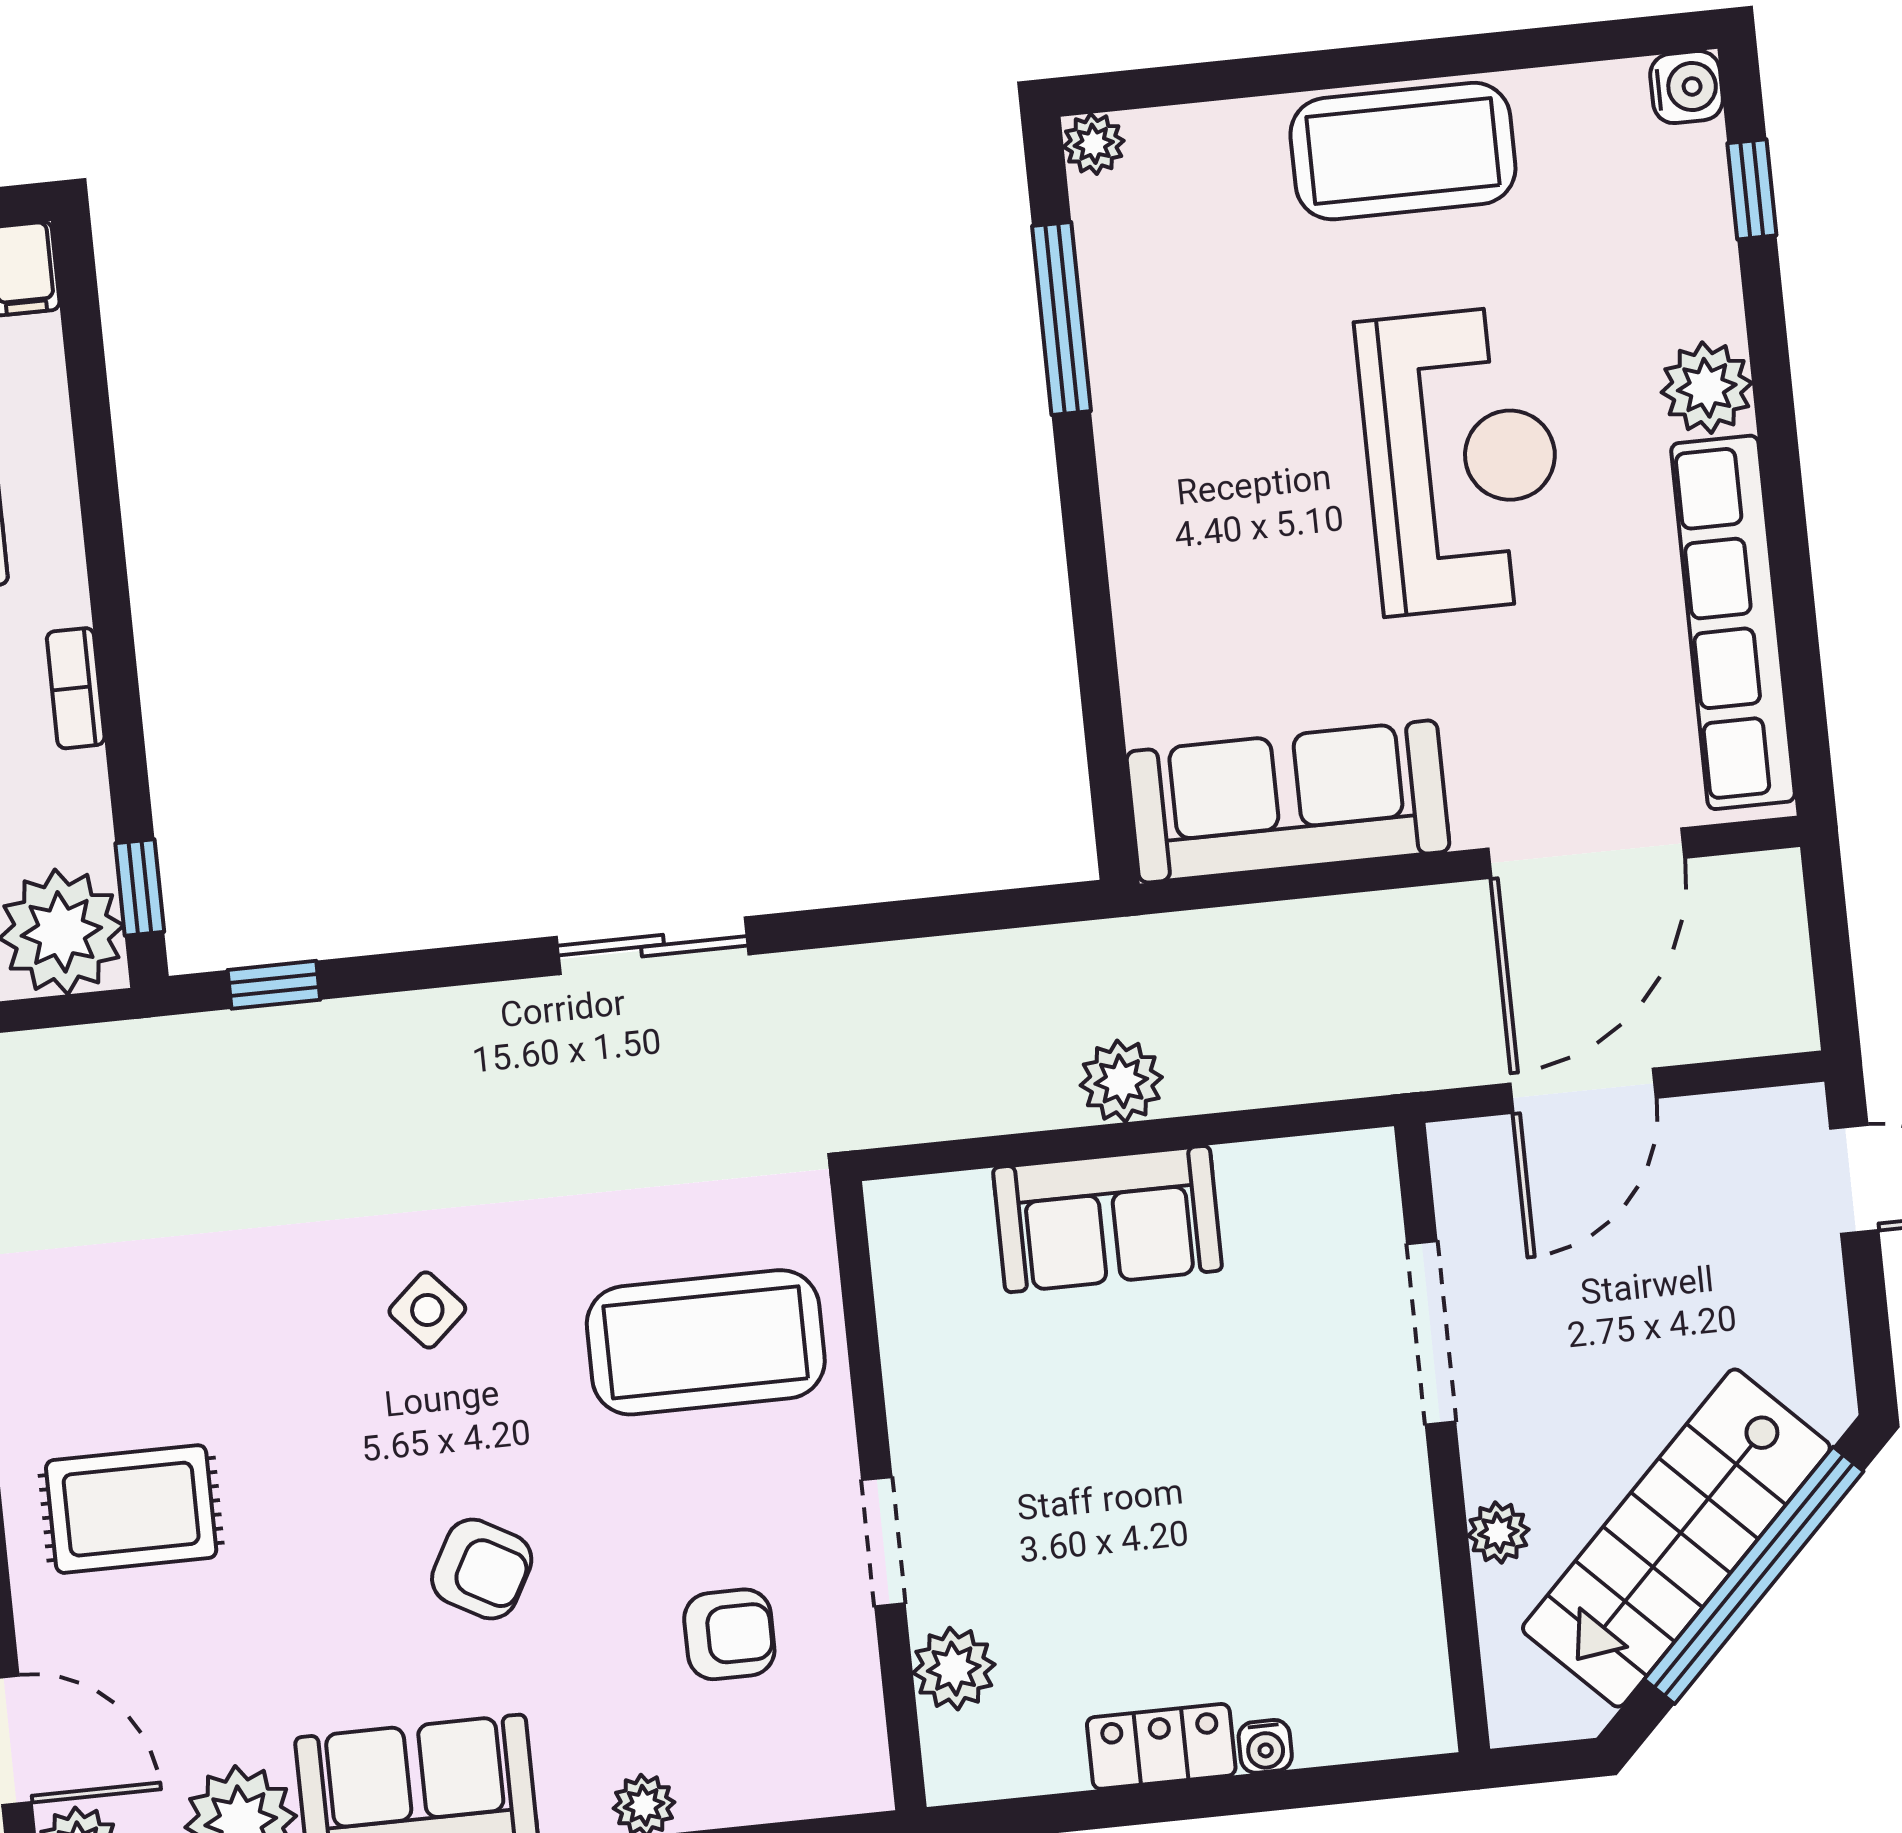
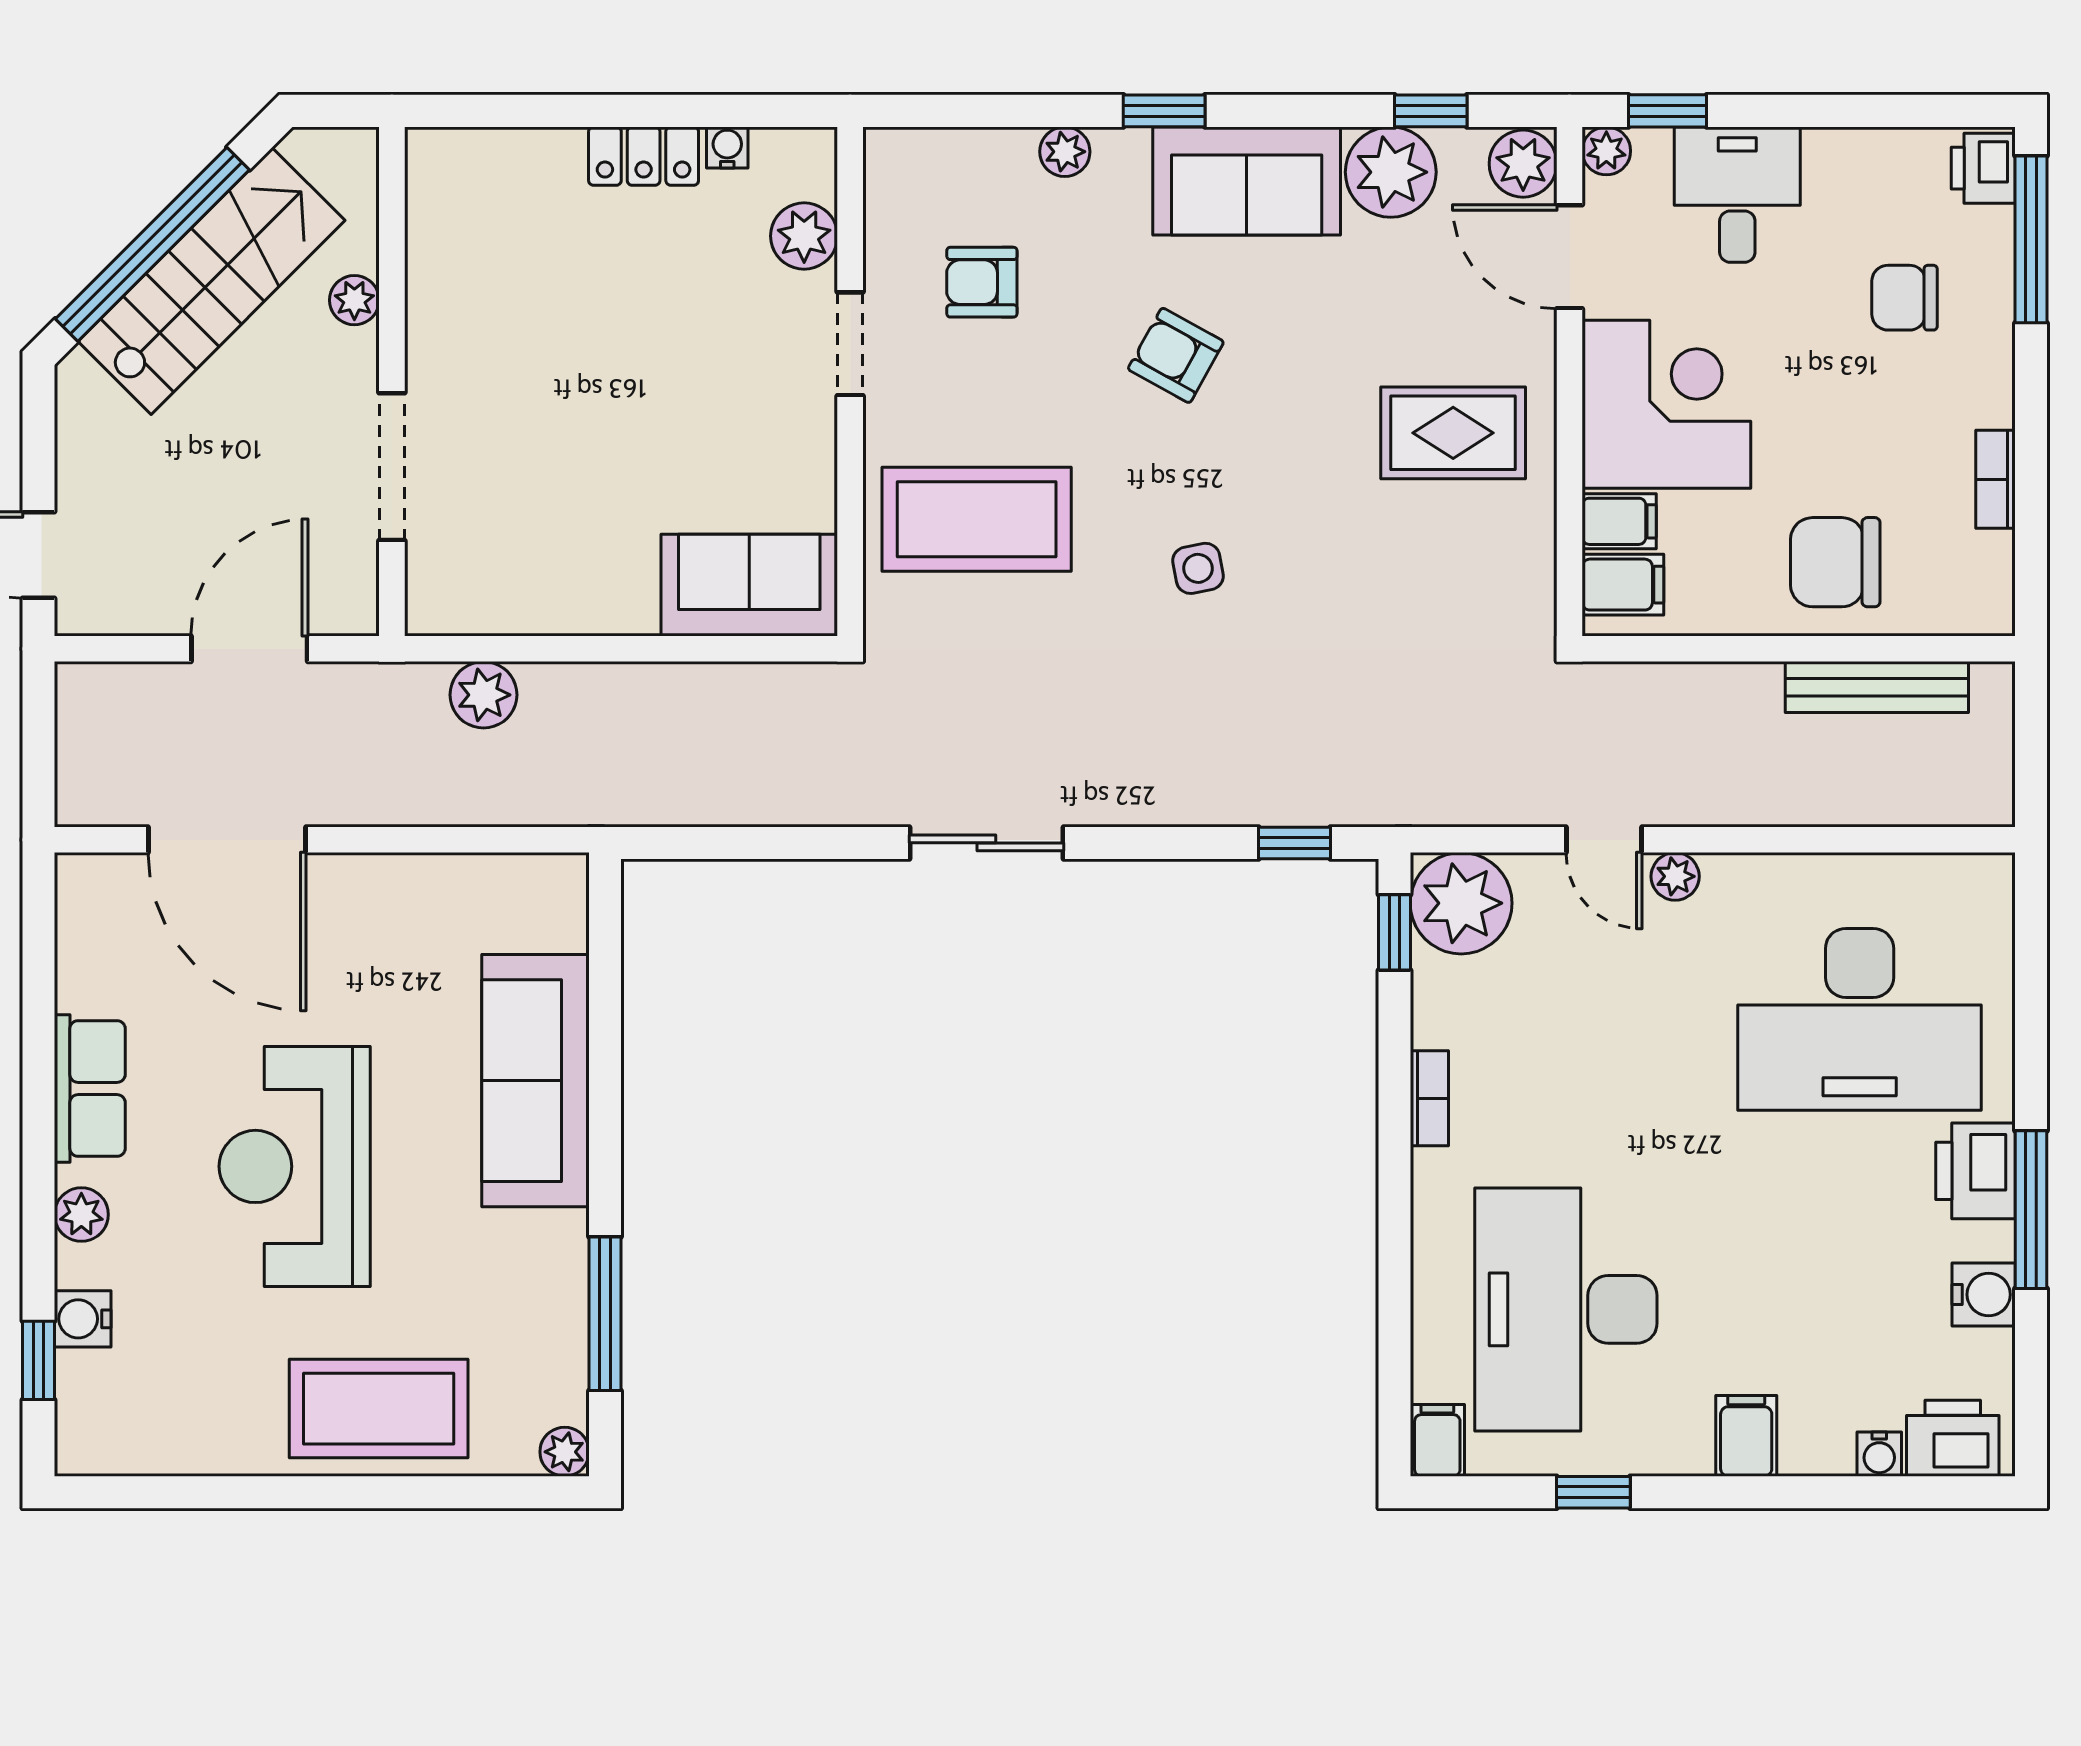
water cooler: (1687, 87) -> (83, 1319), moved
coffee table: (1403, 151) -> (379, 1409), moved
plant: (1707, 388) -> (81, 1215), width x0.73, depth x0.73
row of seats: (1733, 622) -> (90, 1088), width x0.50
sofa: (1288, 802) -> (536, 1081), moved, turned 90
door: (1586, 853) -> (227, 840), swing flipped
plant: (1121, 1081) -> (484, 695), moved
sofa: (1108, 1219) -> (749, 585), moved
side table: (427, 1310) -> (1198, 568), turned 31
water cooler: (1265, 1746) -> (727, 147), moved

